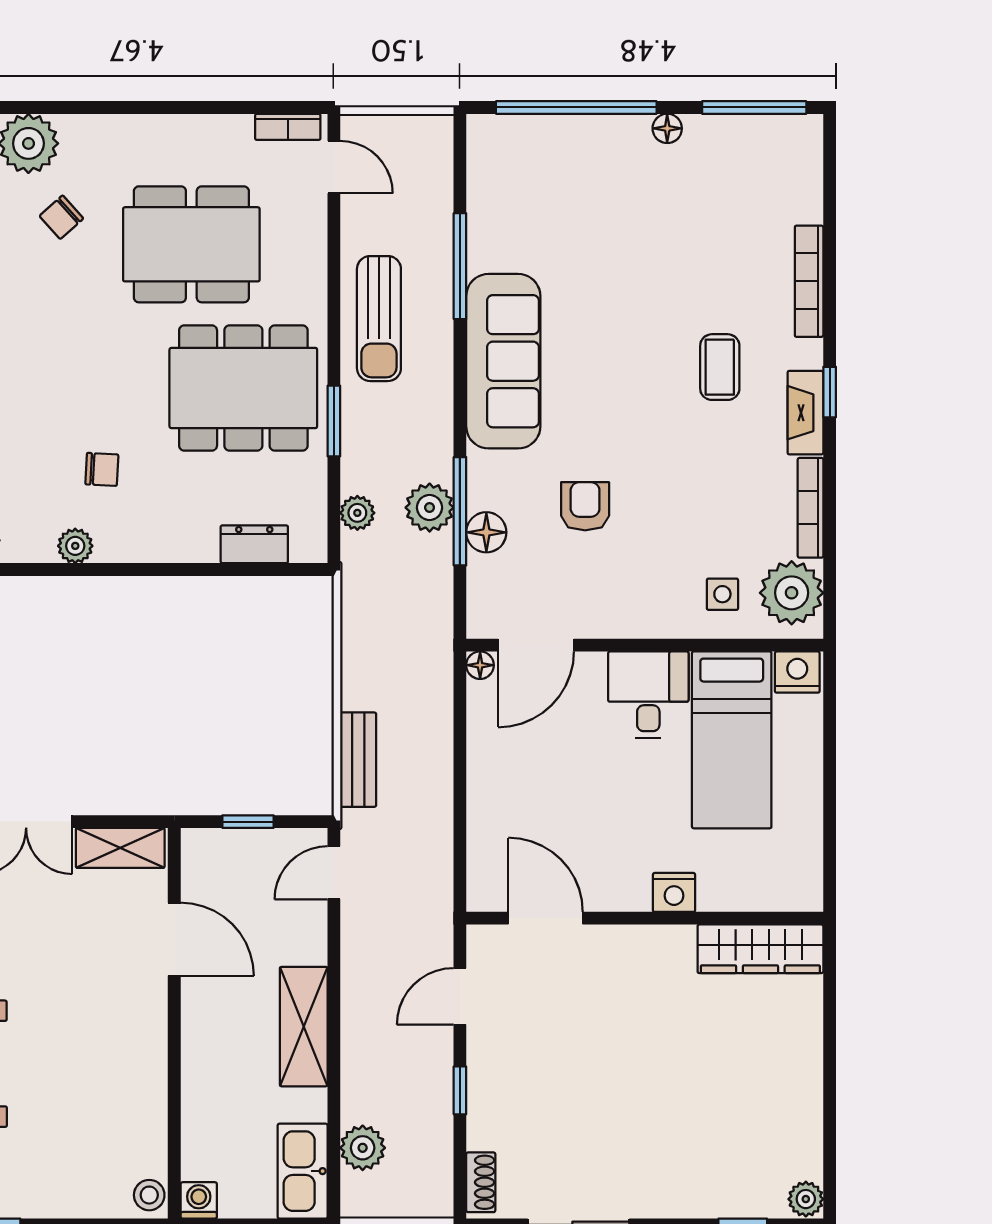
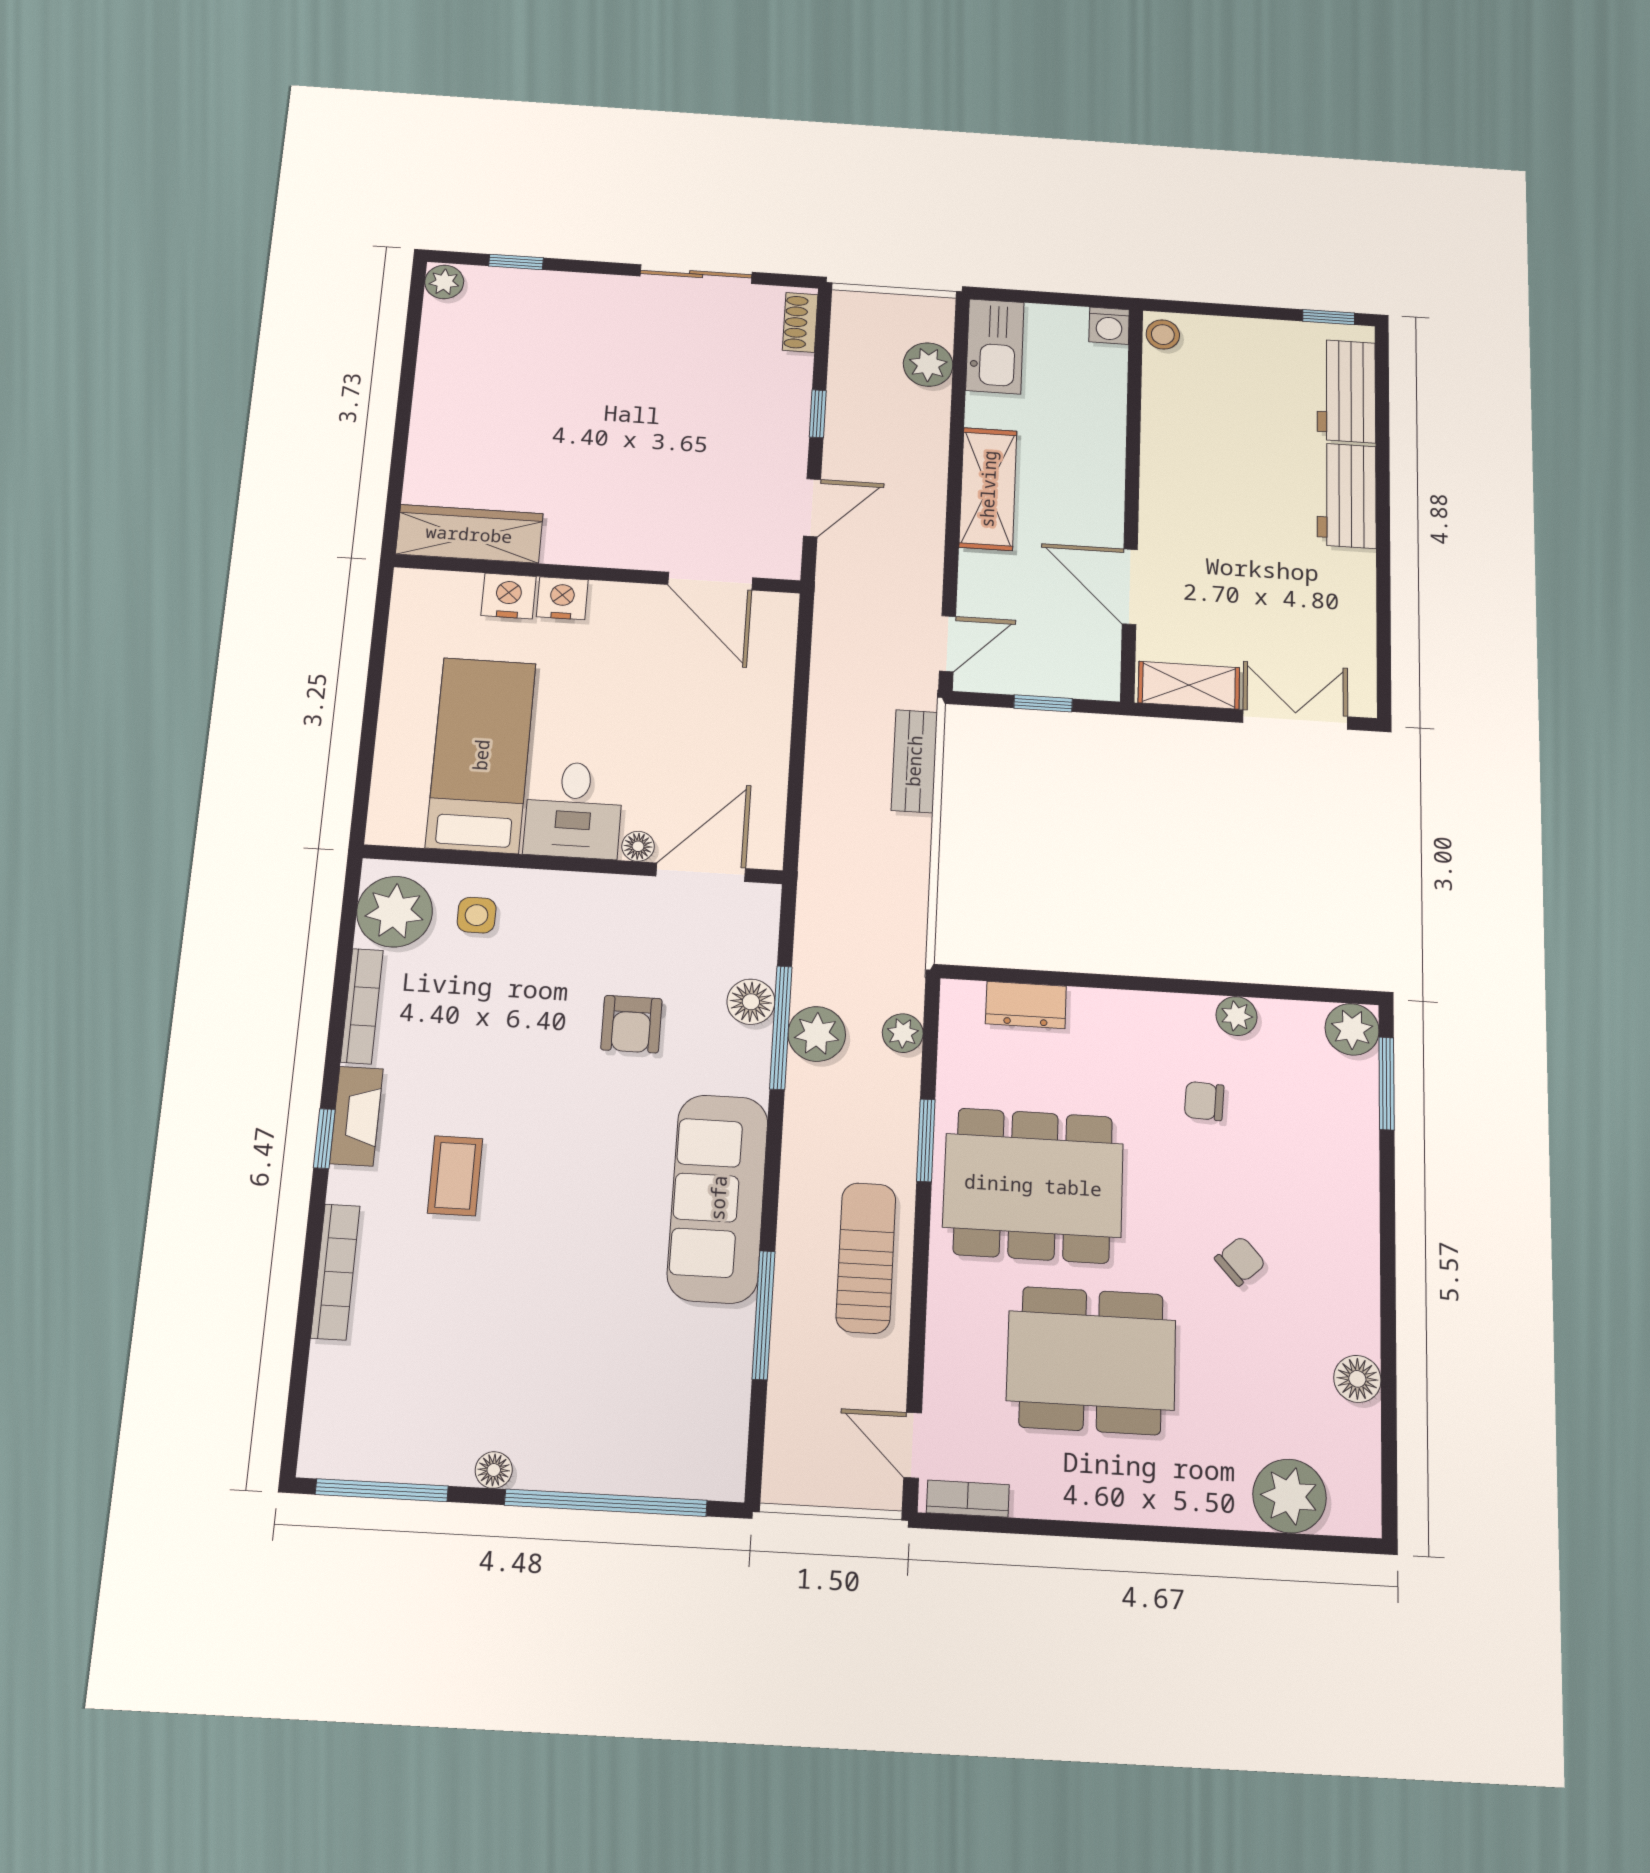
chair: (61, 217) -> (1240, 1261), moved
floor lamp: (480, 665) -> (638, 846), moved
nightstand: (797, 672) -> (509, 596), moved, turned 180

